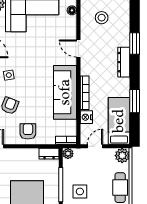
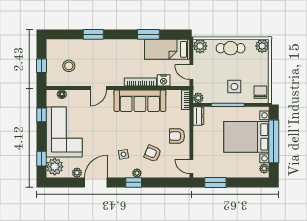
dresser: (124, 62) -> (111, 45), removed

